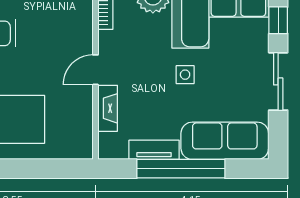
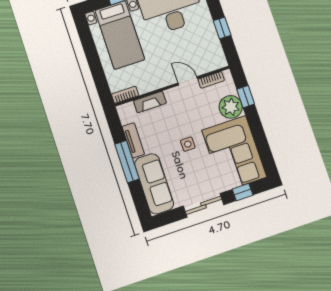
door: (95, 70) -> (188, 81), moved
bookcase: (85, 140) -> (125, 95), added
window: (181, 169) -> (127, 162), width x0.68

